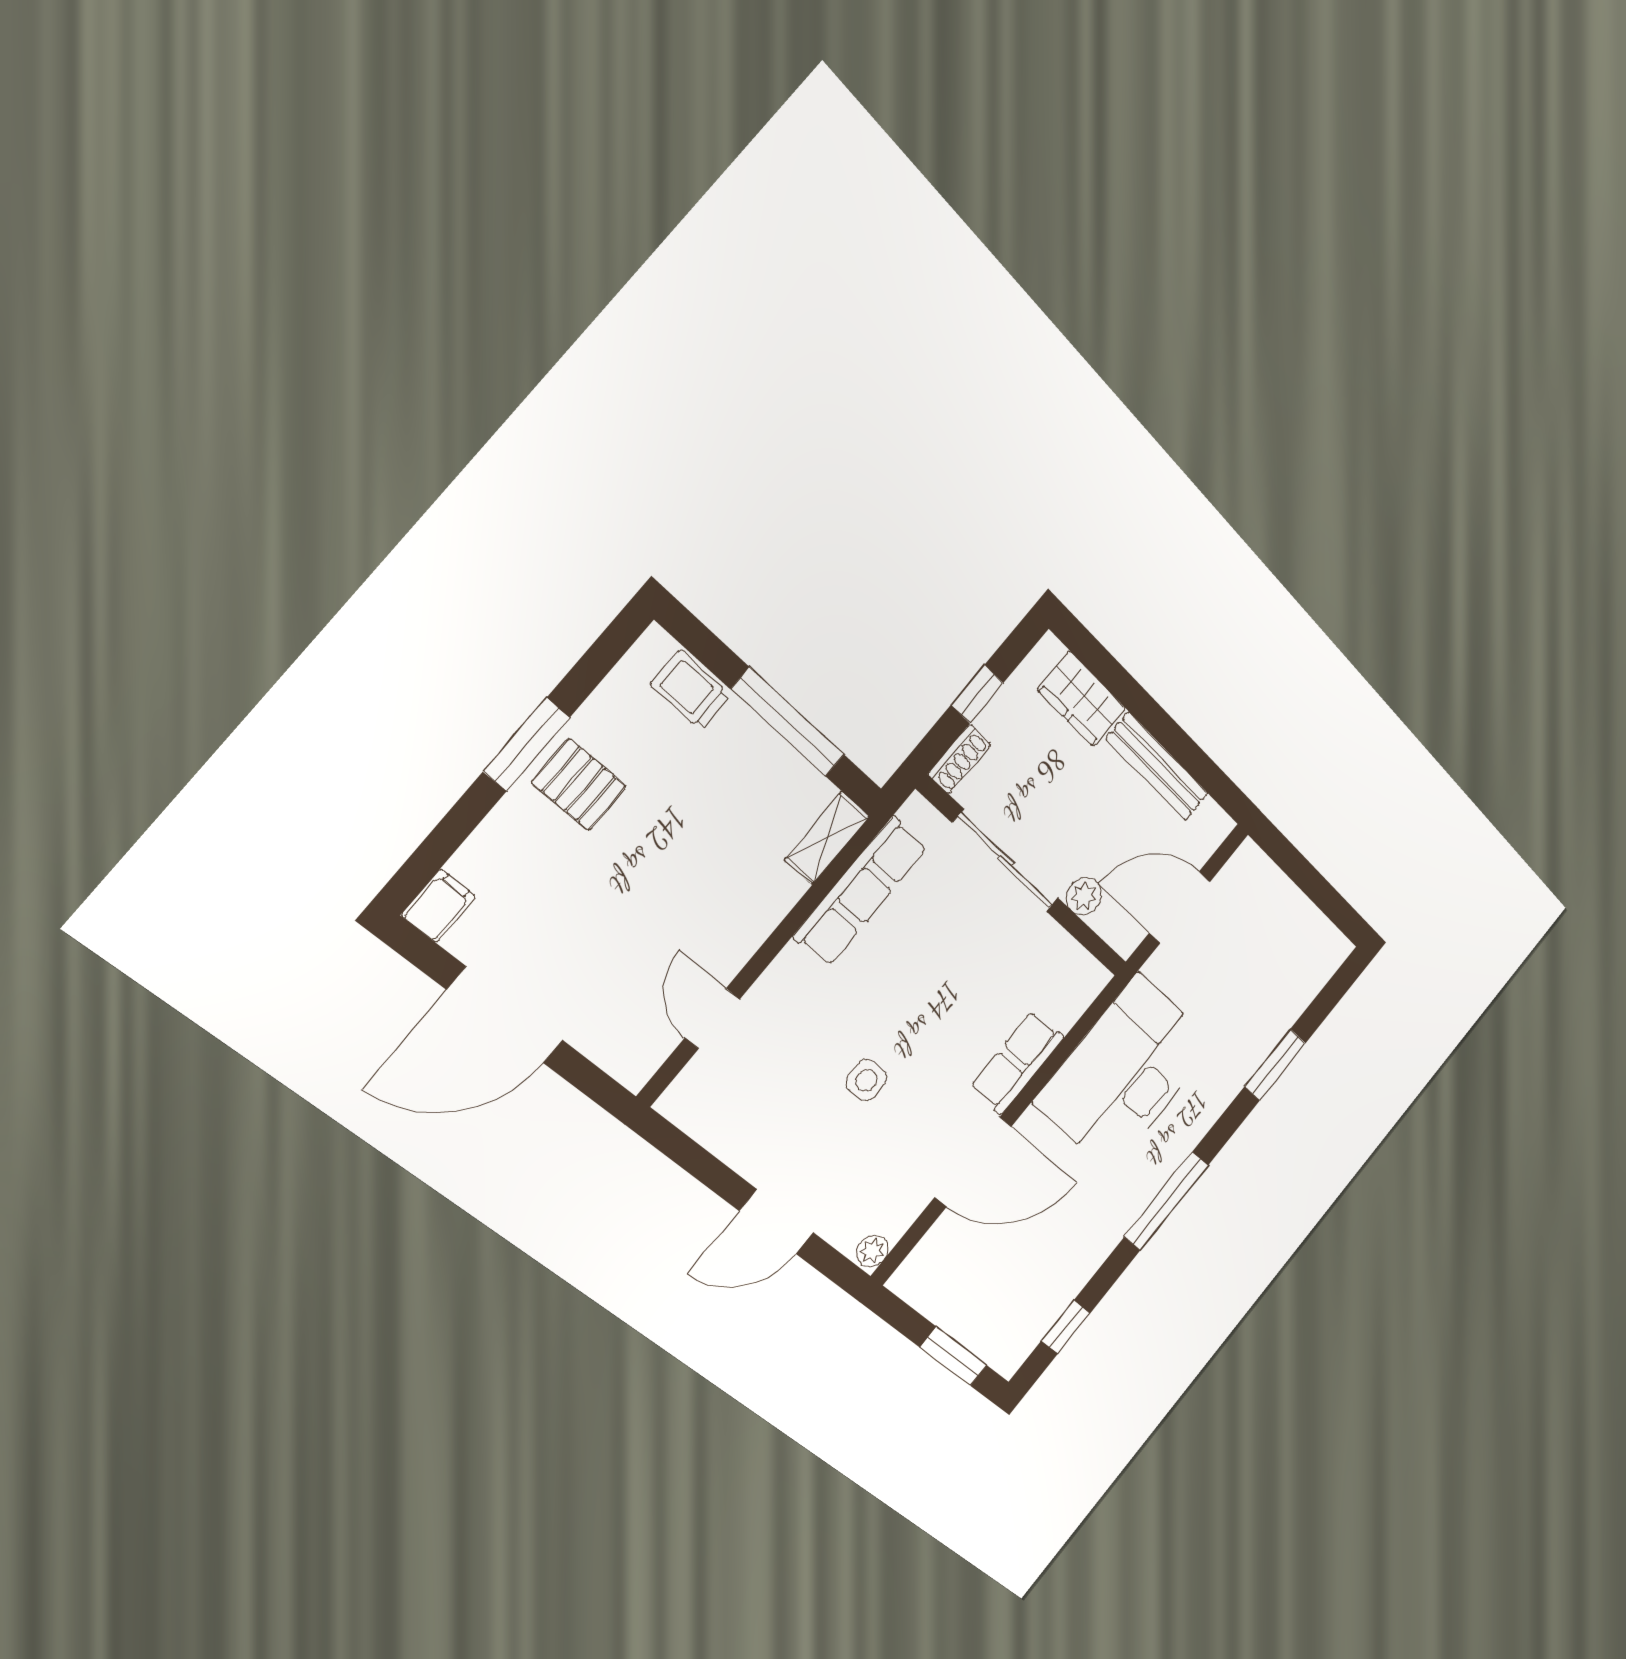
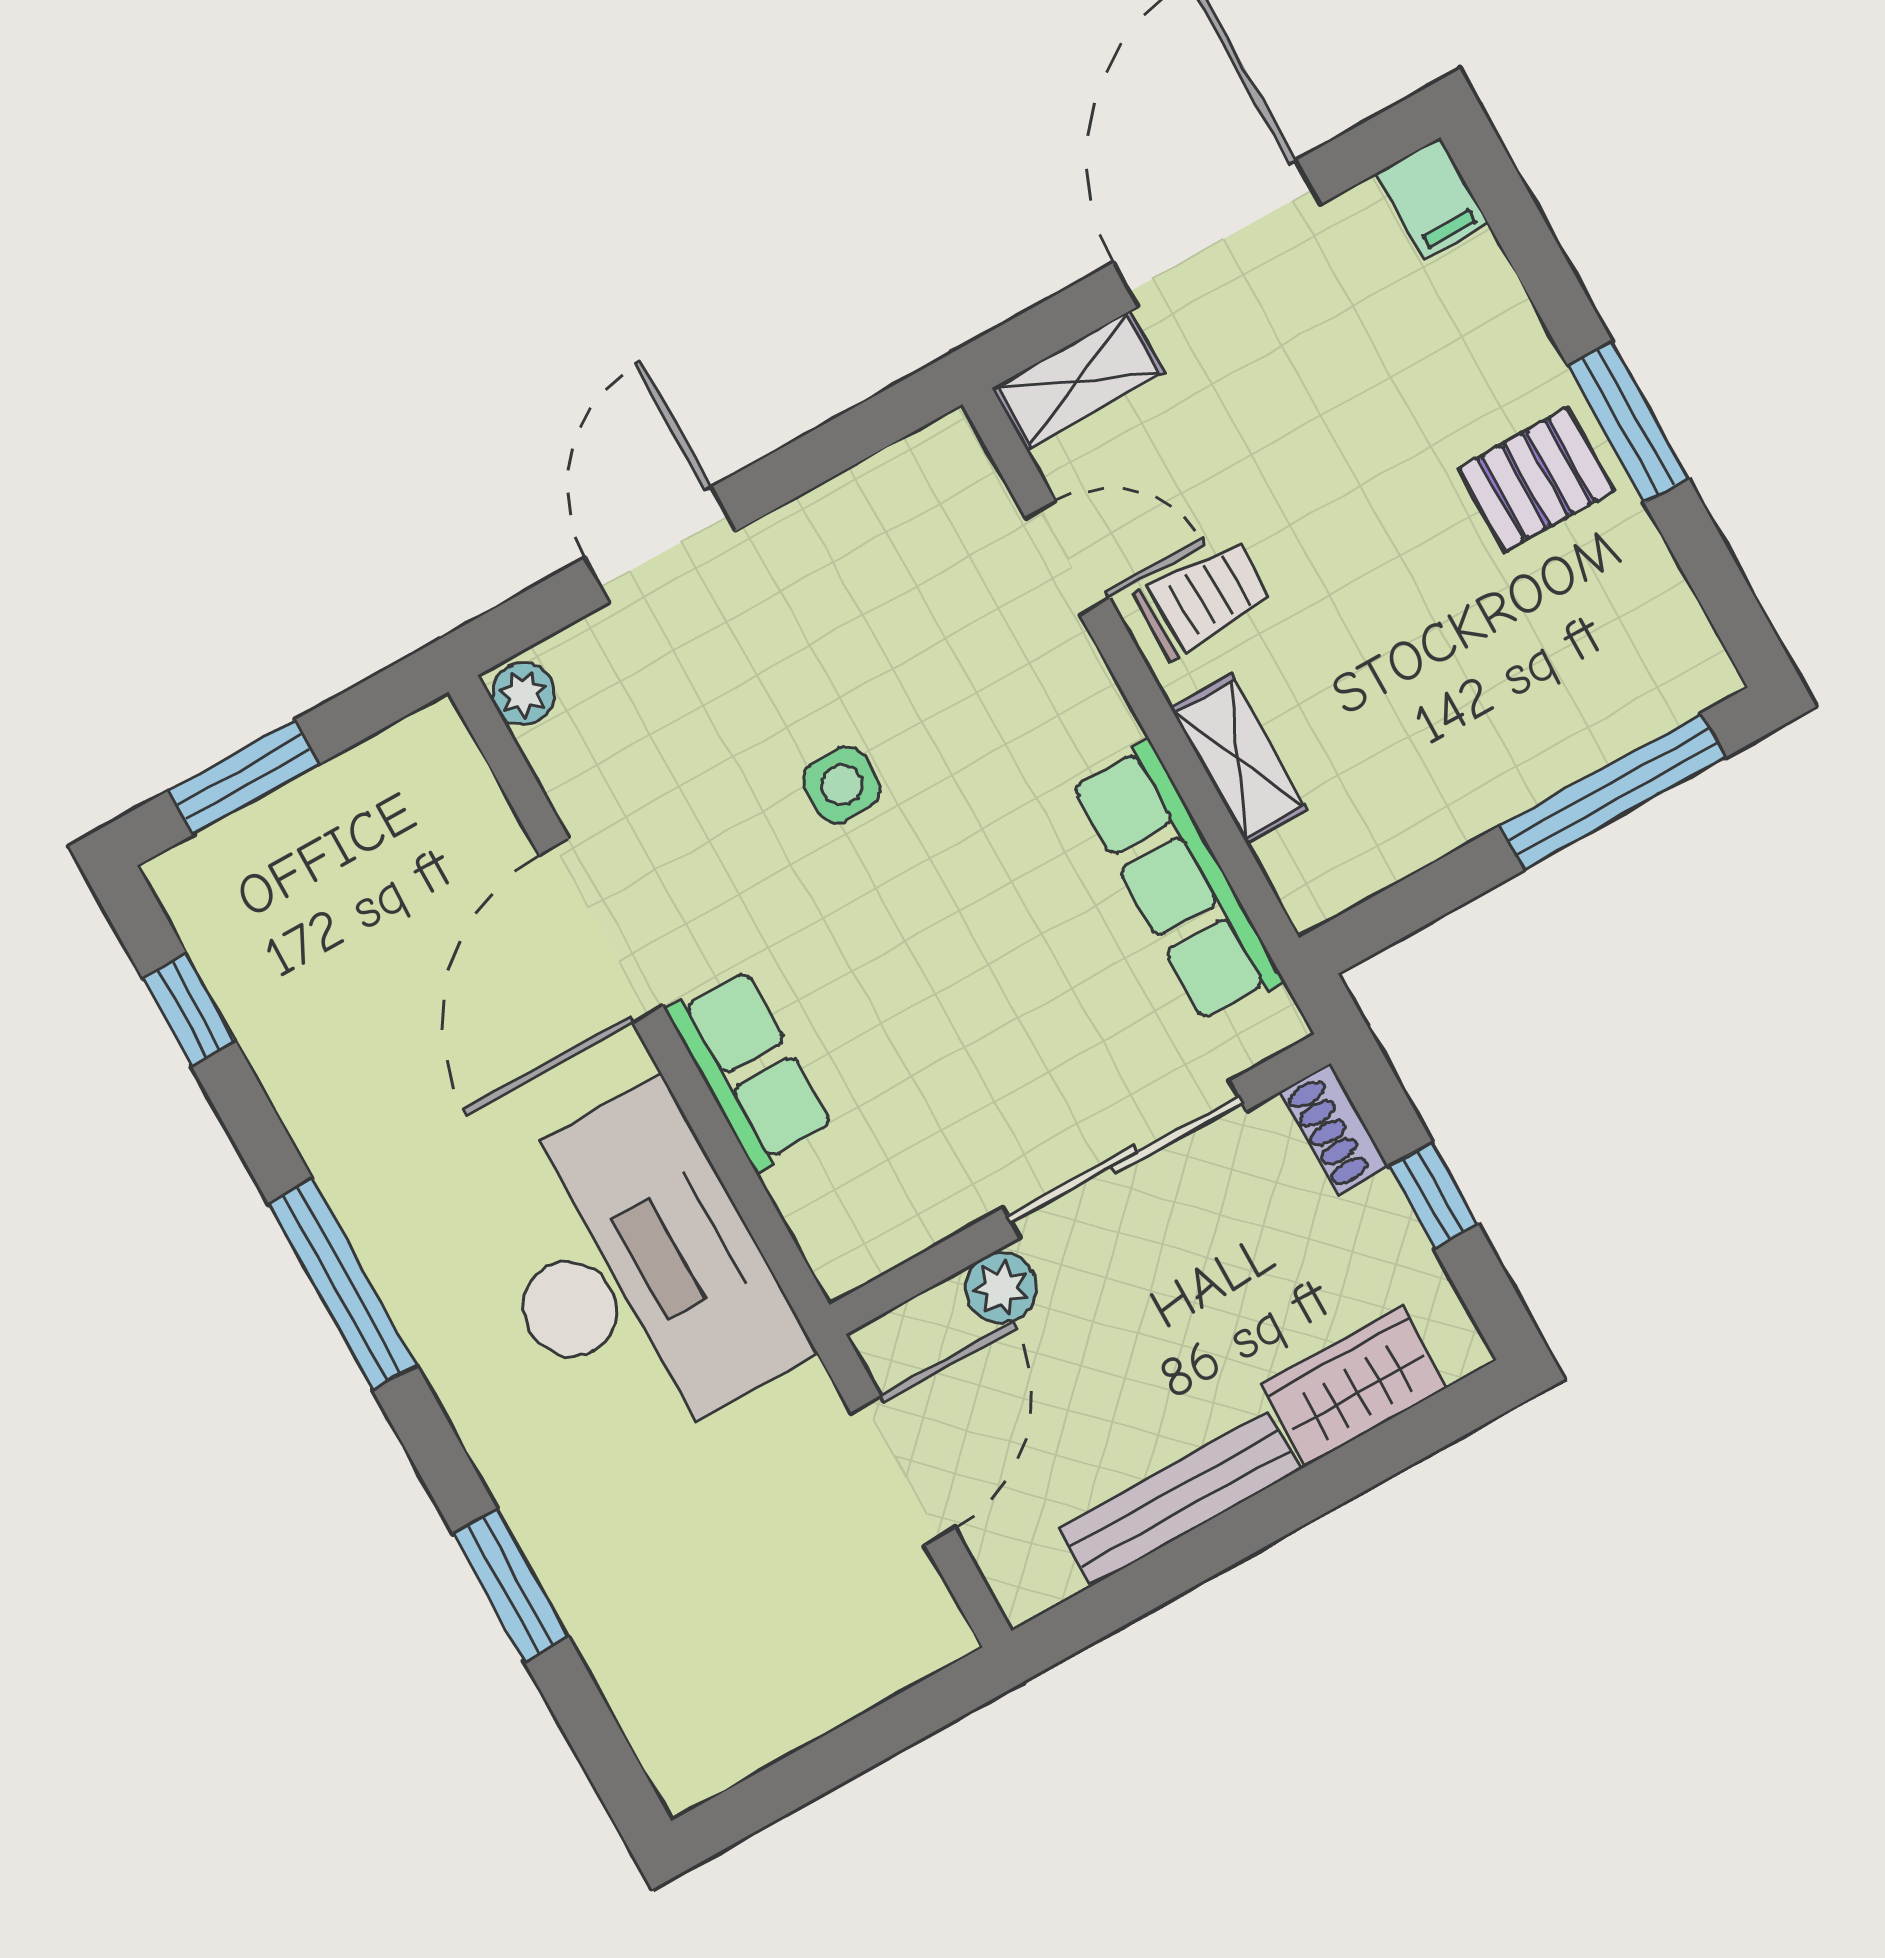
trolley: (691, 690) -> (1203, 599), moved
window: (788, 722) -> (1612, 792), moved
shelving: (827, 838) -> (1239, 759), moved
shelving: (615, 1054) -> (1078, 380), added

